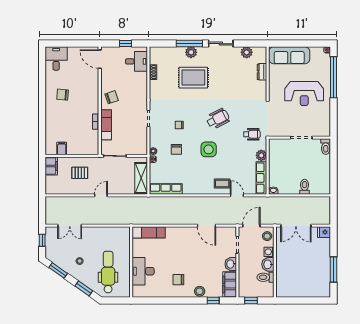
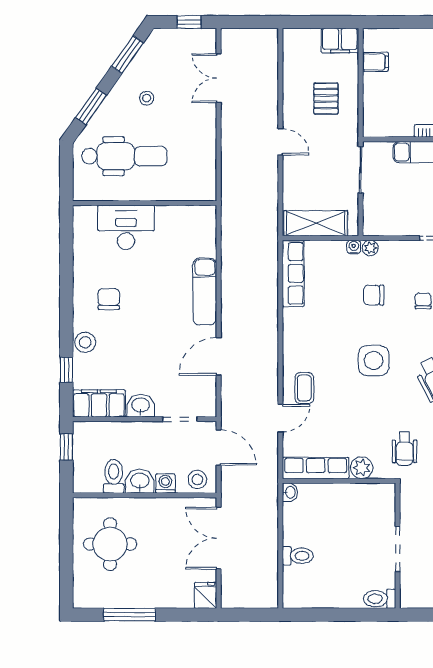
exam couch: (149, 232) -> (205, 292), moved
round table: (299, 279) -> (110, 544), added

